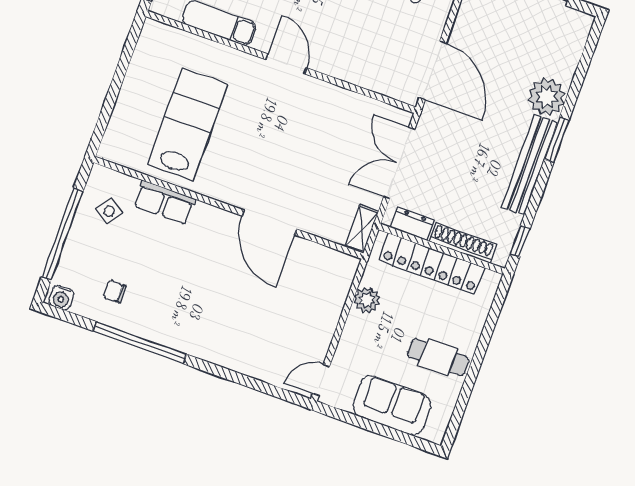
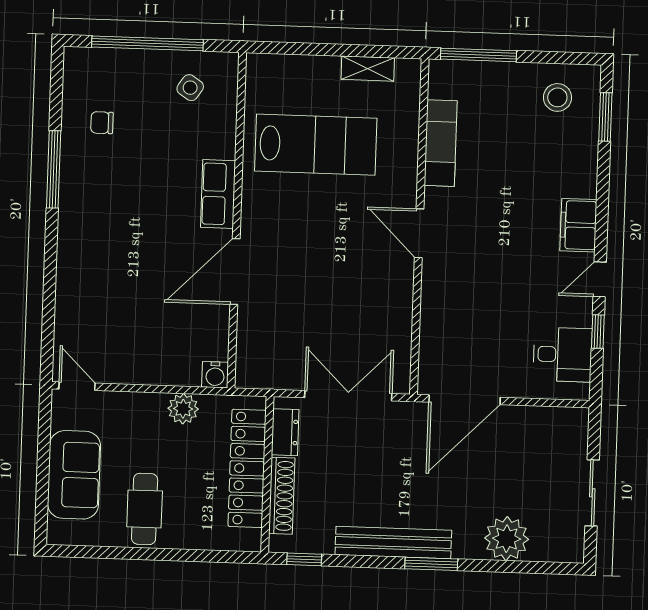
door: (286, 64) -> (419, 233), swing flipped
plant: (547, 97) -> (507, 539), moved
row of seats: (164, 202) -> (218, 194), moved
shelving: (362, 229) -> (368, 69), moved
chair: (115, 291) -> (102, 123), turned -90
water cooler: (61, 298) -> (215, 375), moved, turned -90
window: (140, 343) -> (54, 169), width x0.68

